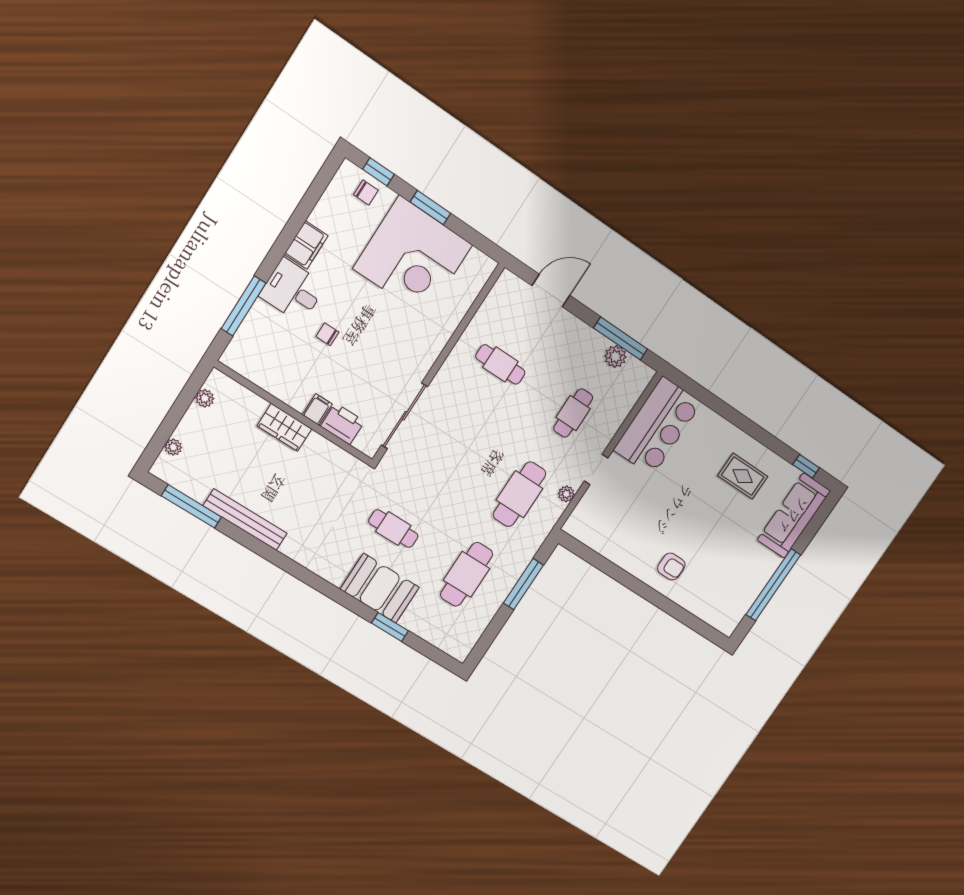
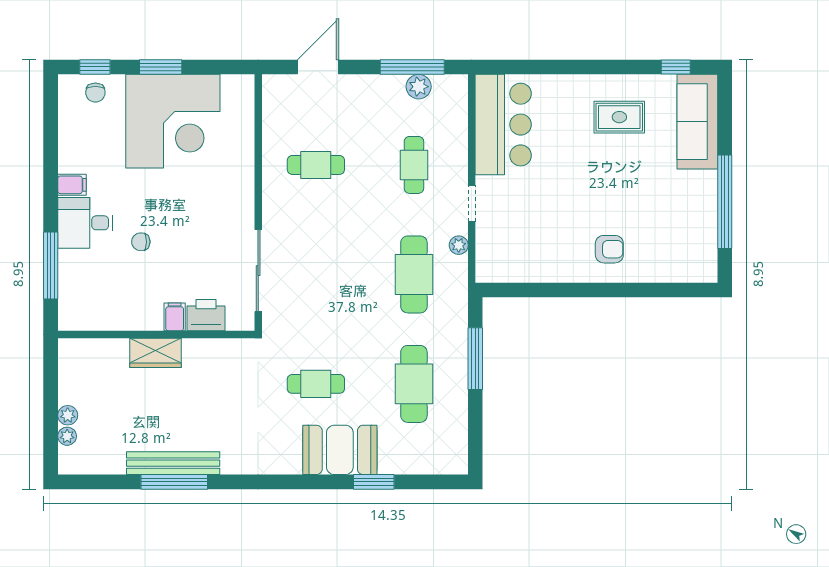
chair: (366, 193) -> (95, 93), turned 90
filing cabinet: (306, 245) -> (72, 185), width x0.50
plant: (205, 398) -> (68, 415), moved
window: (191, 506) -> (174, 482), moved

